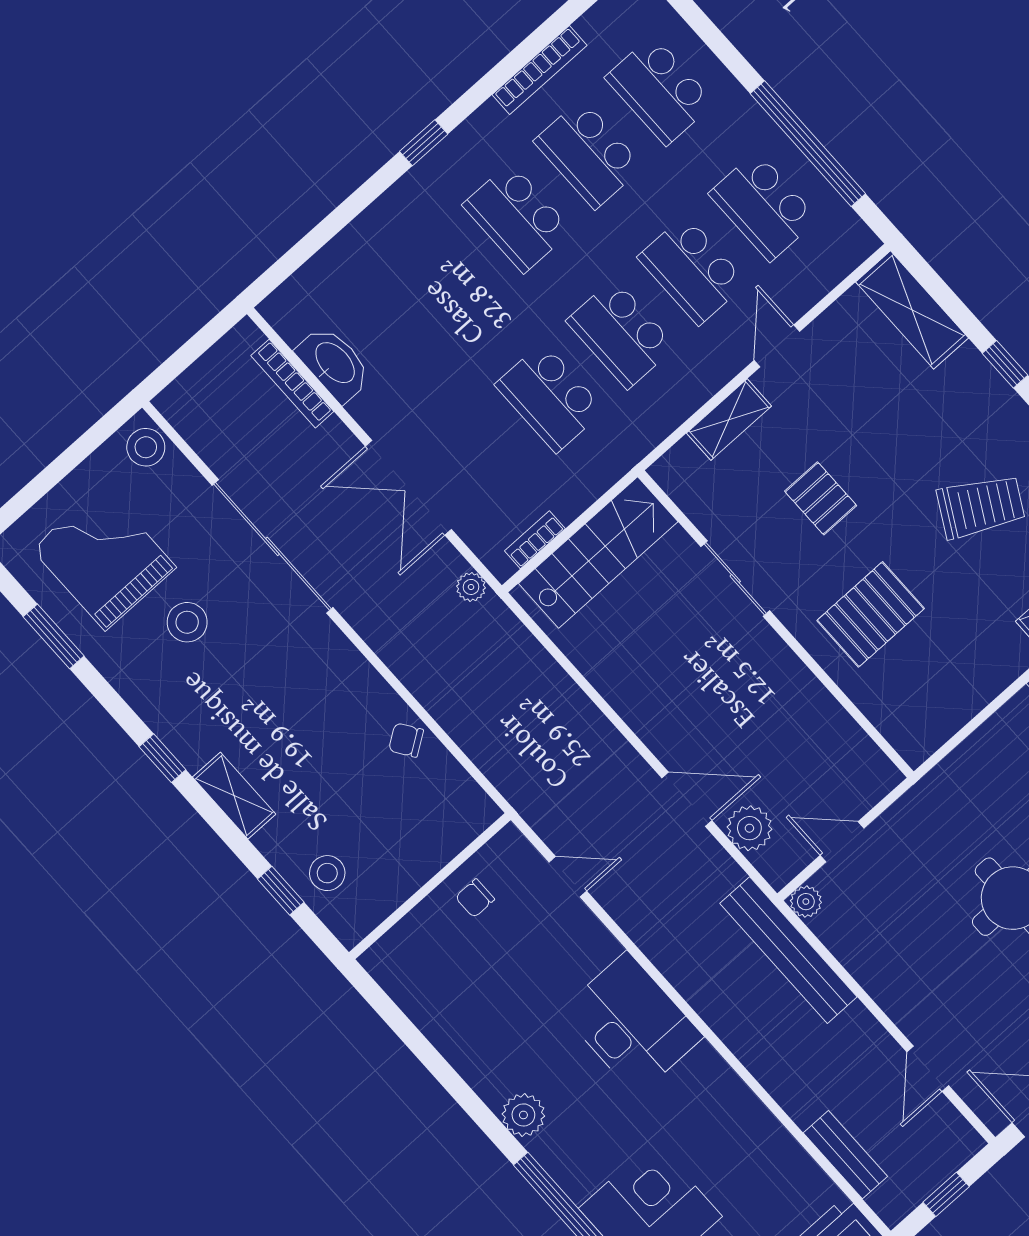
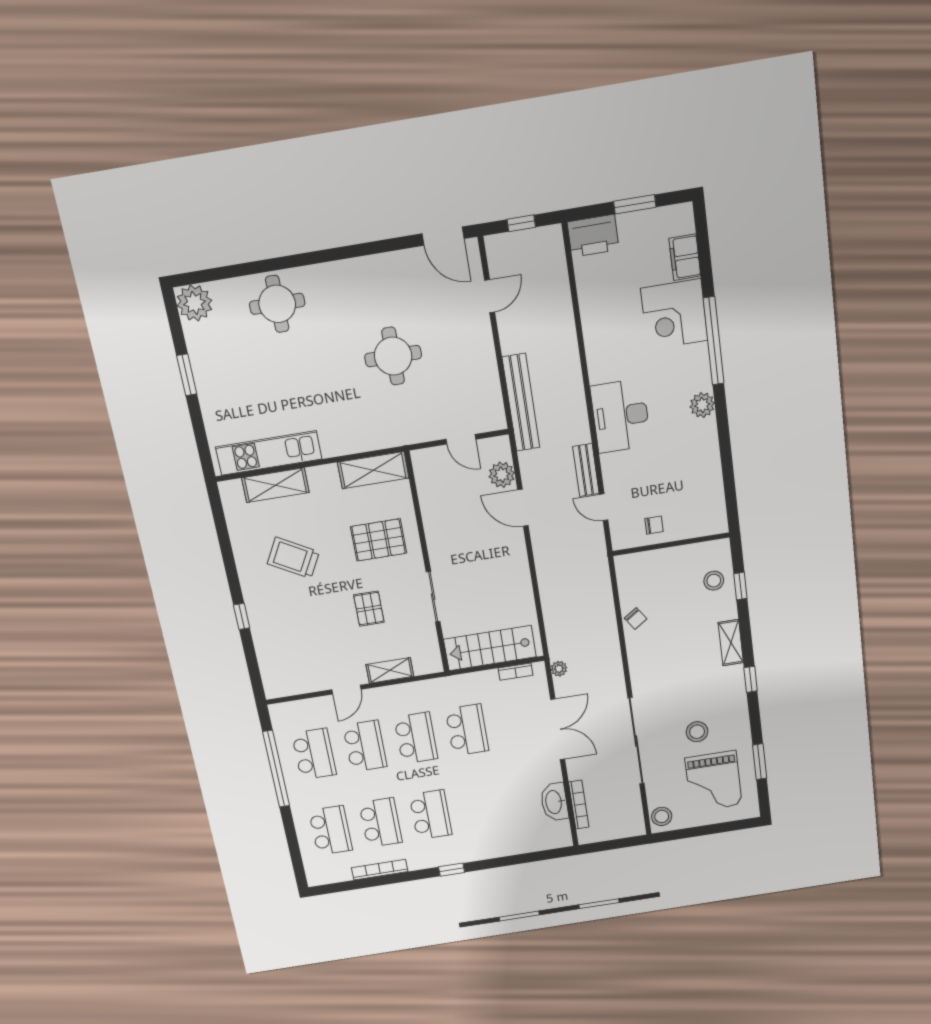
shelving: (912, 310) -> (373, 470), moved, turned 90
plant: (806, 902) -> (497, 421), removed
bench: (845, 1155) -> (586, 470), moved

